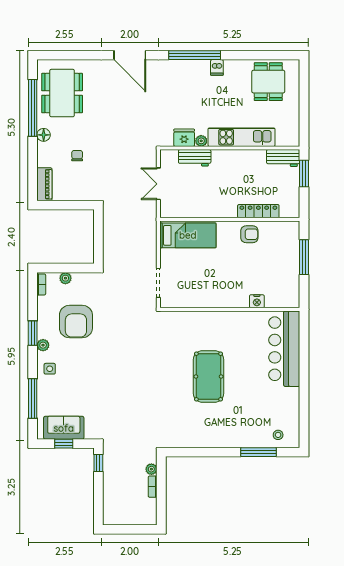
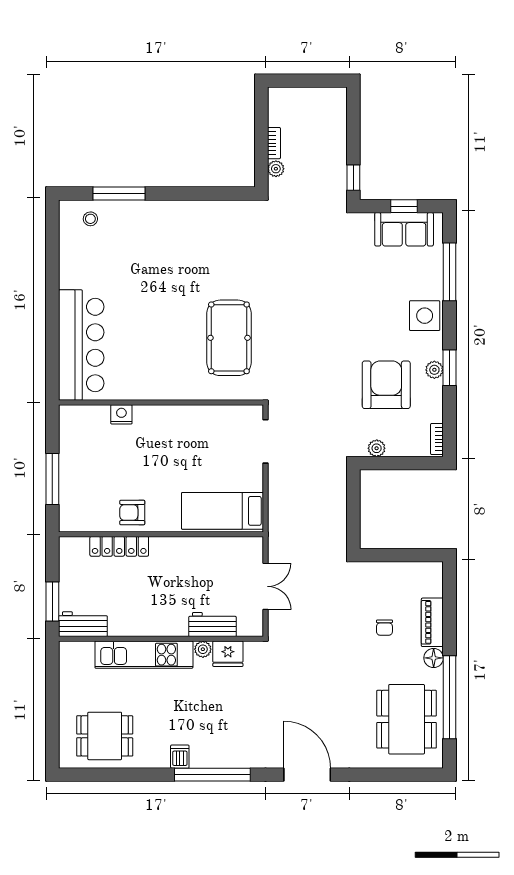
dining table: (268, 82) -> (105, 736), turned 90
piano: (44, 184) -> (432, 622), moved
plant: (65, 278) -> (377, 448), moved
plant: (43, 345) -> (434, 370), moved
side table: (50, 369) -> (425, 316), width x1.87, depth x1.87
pool table: (208, 376) -> (229, 338), moved

